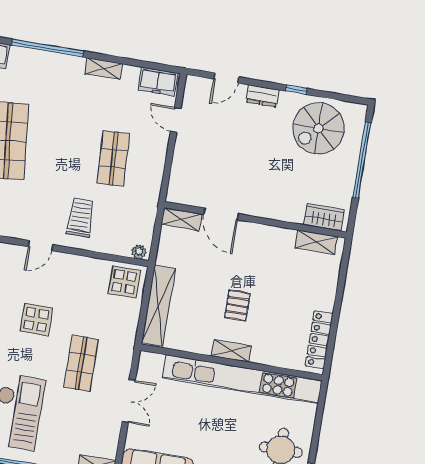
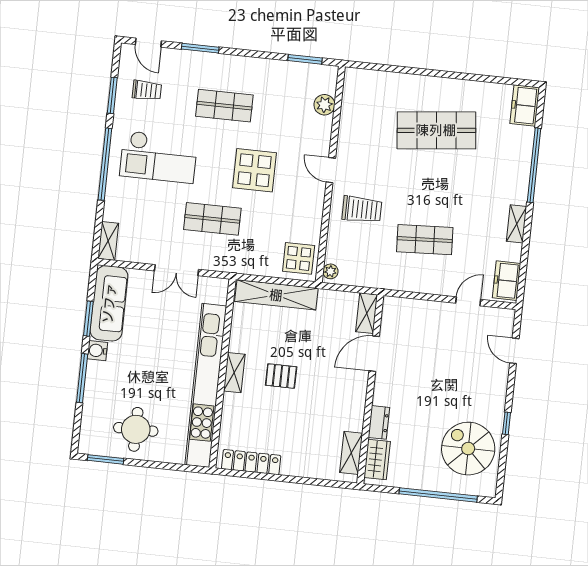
dresser: (262, 96) -> (379, 422), moved, turned 180
display table: (36, 320) -> (254, 170), width x1.36, depth x1.36

